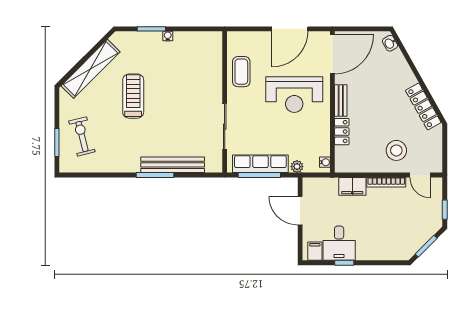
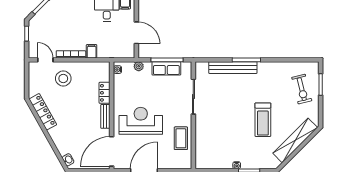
row of seats: (260, 164) -> (166, 68), width x0.68
filing cabinet: (352, 186) -> (92, 51), width x0.50

